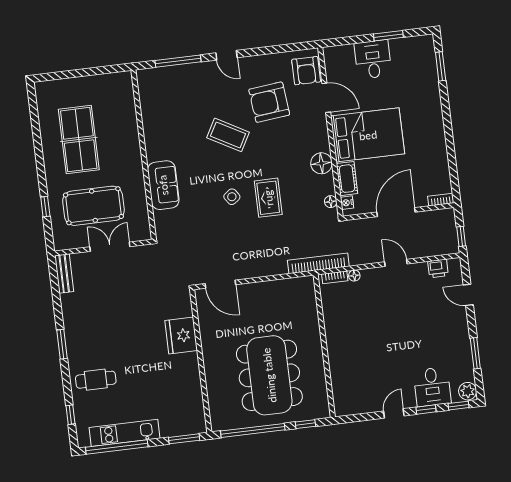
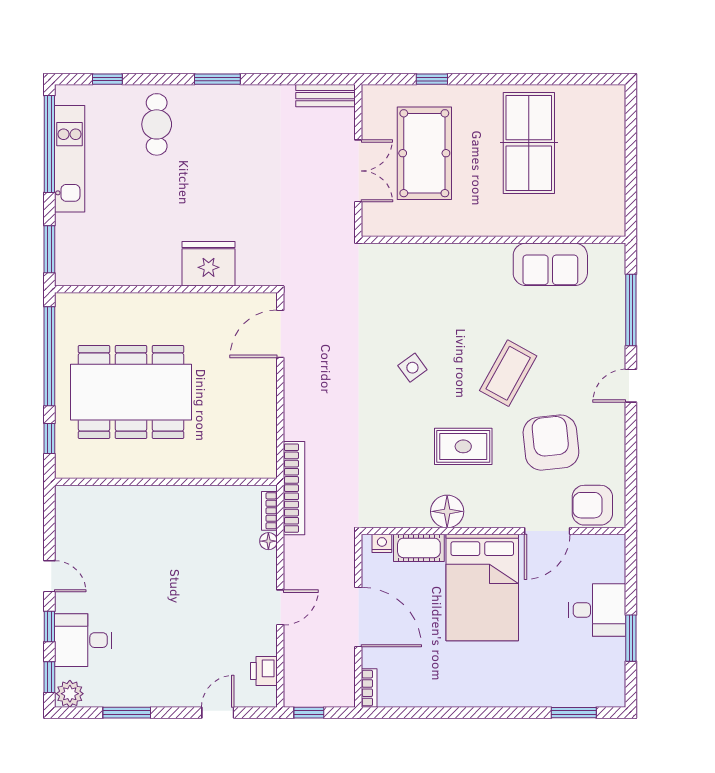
table tennis table: (79, 140) -> (529, 143), turned 90
sofa: (163, 185) -> (550, 264), moved
rug: (268, 198) -> (463, 446), moved
floor lamp: (331, 202) -> (387, 519), removed

